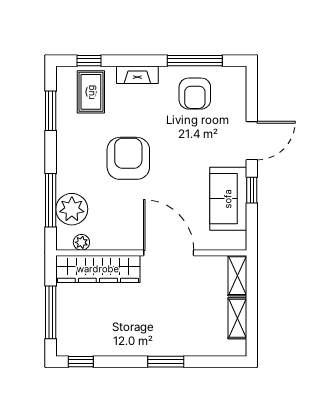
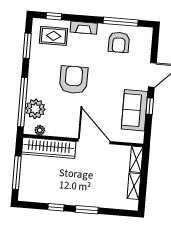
rug: (91, 92) -> (54, 36), turned 90
window: (51, 200) -> (23, 102), width x1.46
window: (81, 362) -> (56, 207), moved

